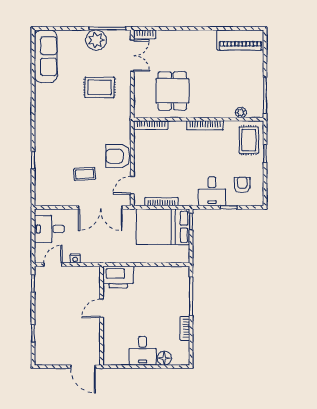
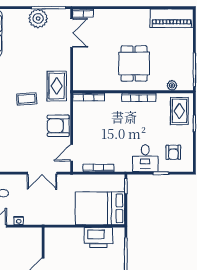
rug: (99, 87) -> (57, 86), moved, turned 90
dining table: (172, 91) -> (134, 64), moved
coffee table: (85, 174) -> (27, 99), moved
armchair: (242, 185) -> (173, 152), turned 180
double door: (100, 207) -> (42, 173), width x0.73
bed: (163, 227) -> (100, 208), moved
printer: (118, 277) -> (98, 238), moved

